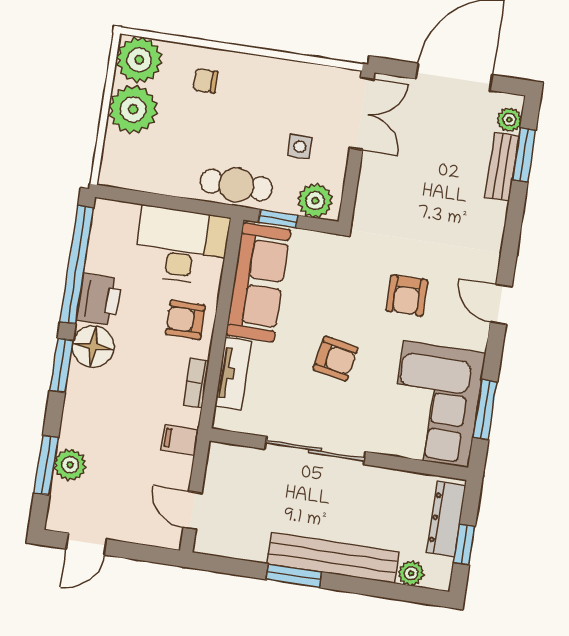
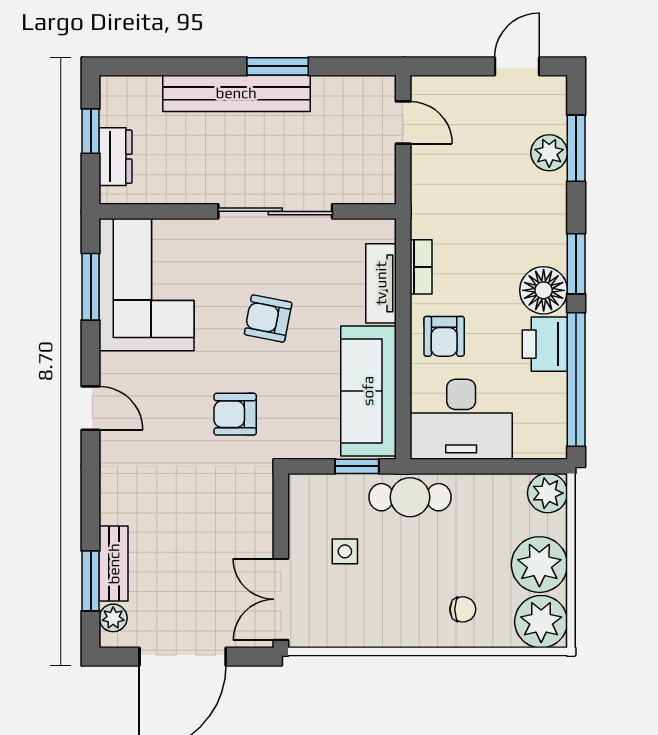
plant: (315, 201) -> (548, 493), moved
armchair: (407, 295) -> (235, 414), moved, turned -90
armchair: (185, 320) -> (444, 336), turned 90
filing cabinet: (180, 440) -> (430, 200), removed
dresser: (446, 519) -> (116, 157), width x0.70
plant: (411, 573) -> (146, 89), removed

